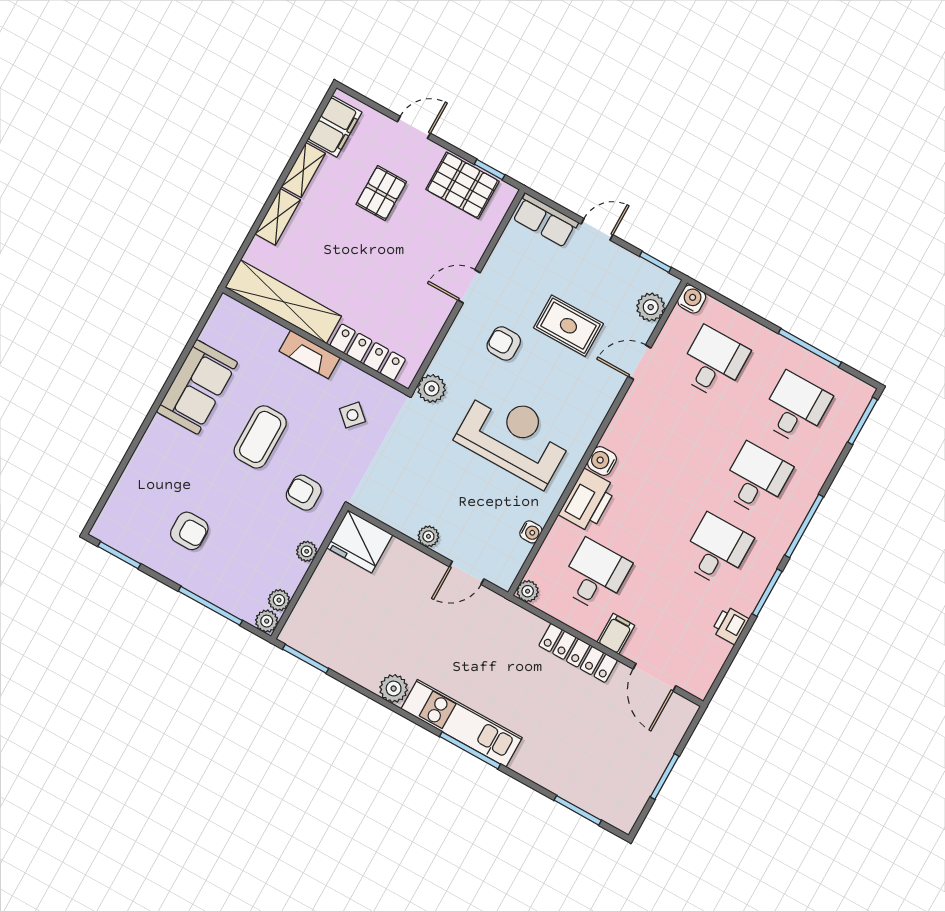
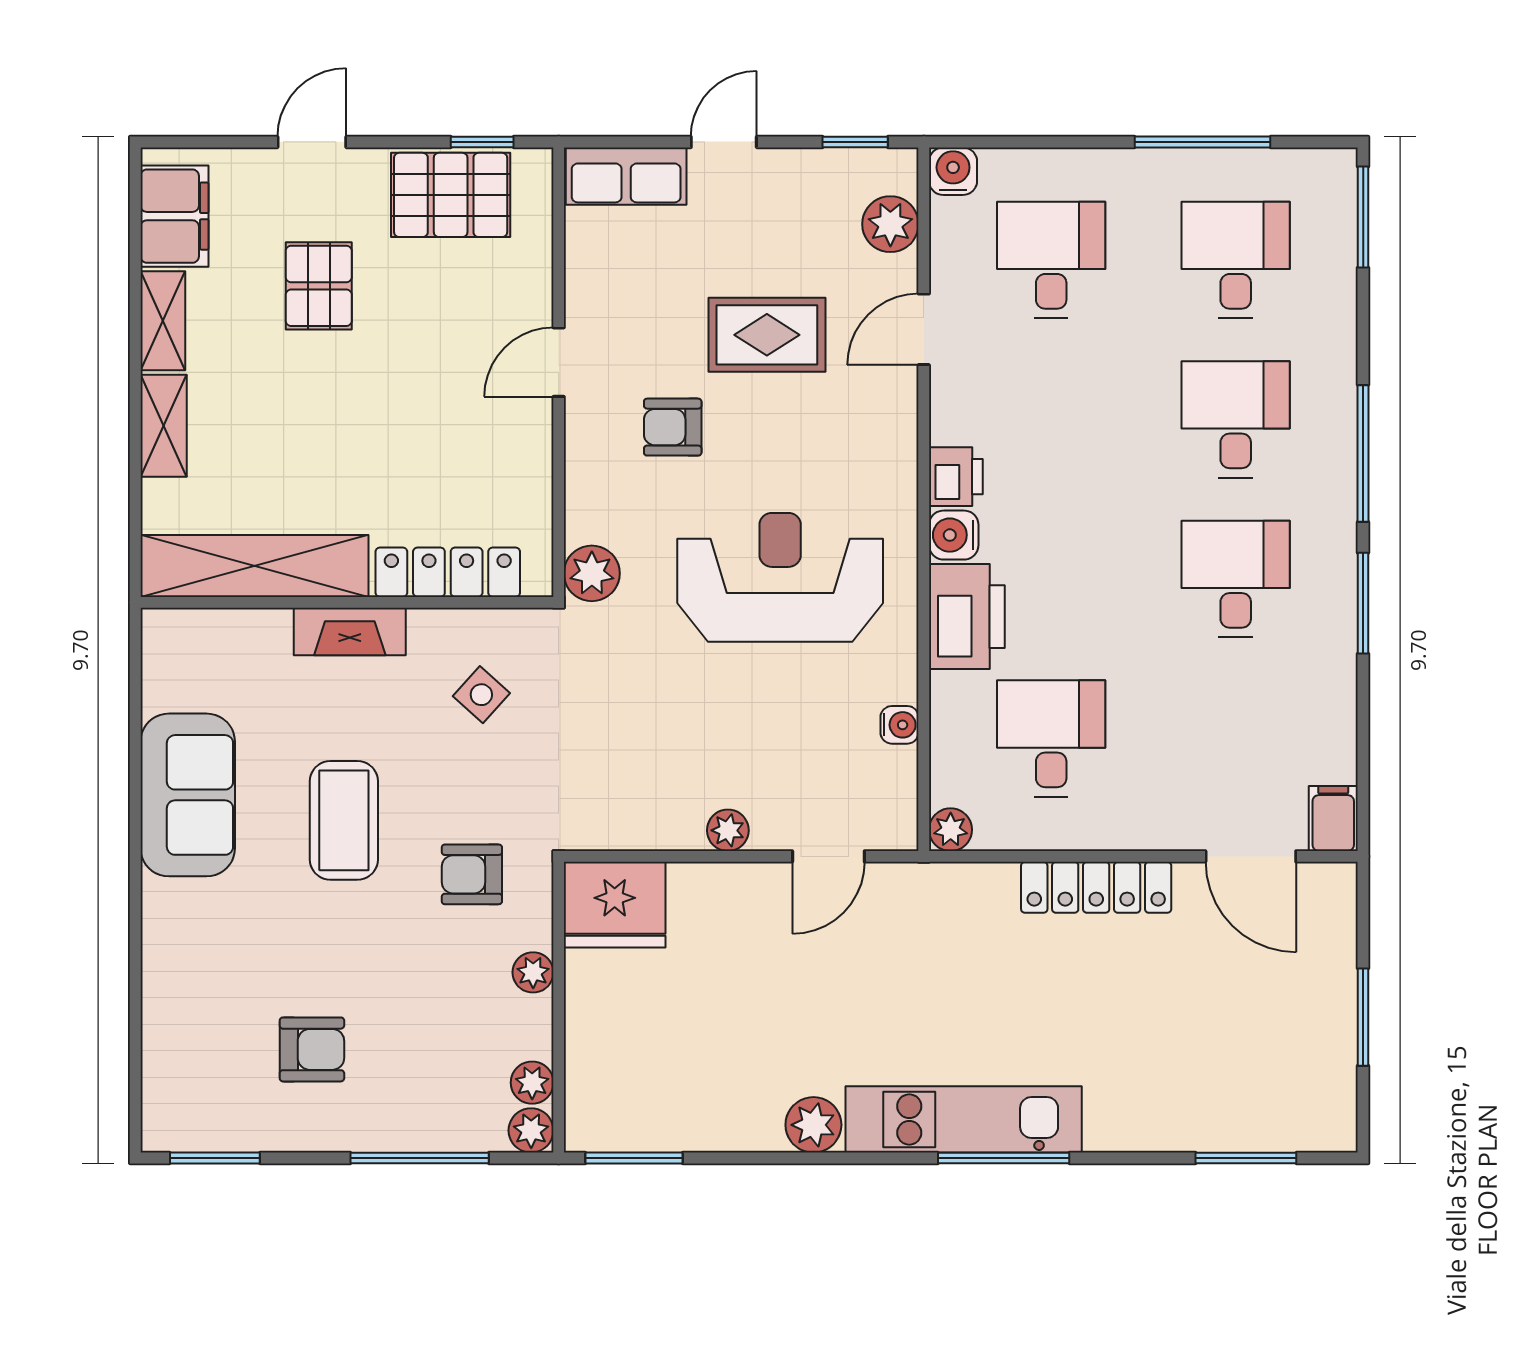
printer: (730, 625) -> (956, 477), moved, turned 180
filing cabinet: (616, 634) -> (1333, 818), moved

